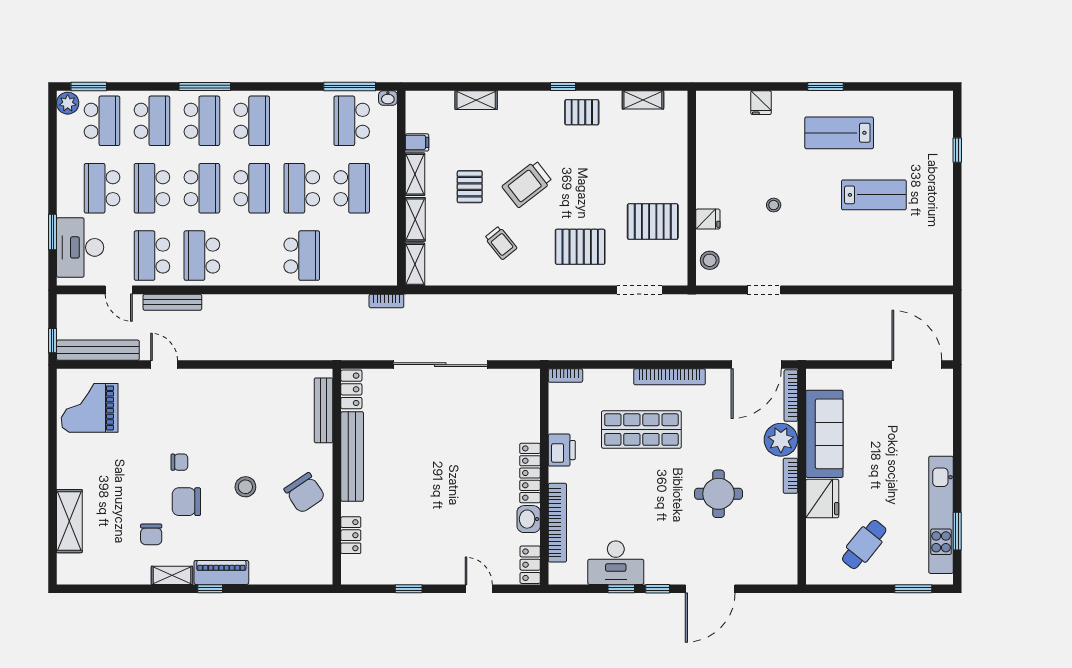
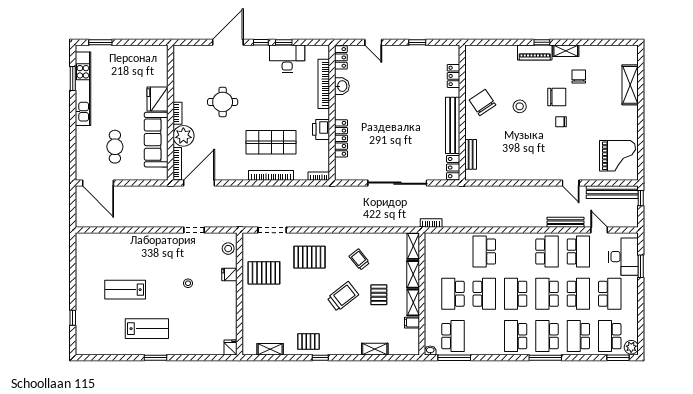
fridge: (761, 103) -> (231, 347), moved
bookcase: (669, 377) -> (271, 175), moved
bench: (324, 410) -> (471, 154), width x0.73
locker: (530, 473) -> (341, 138), moved
cafe table: (864, 544) -> (115, 147), moved, turned -39

